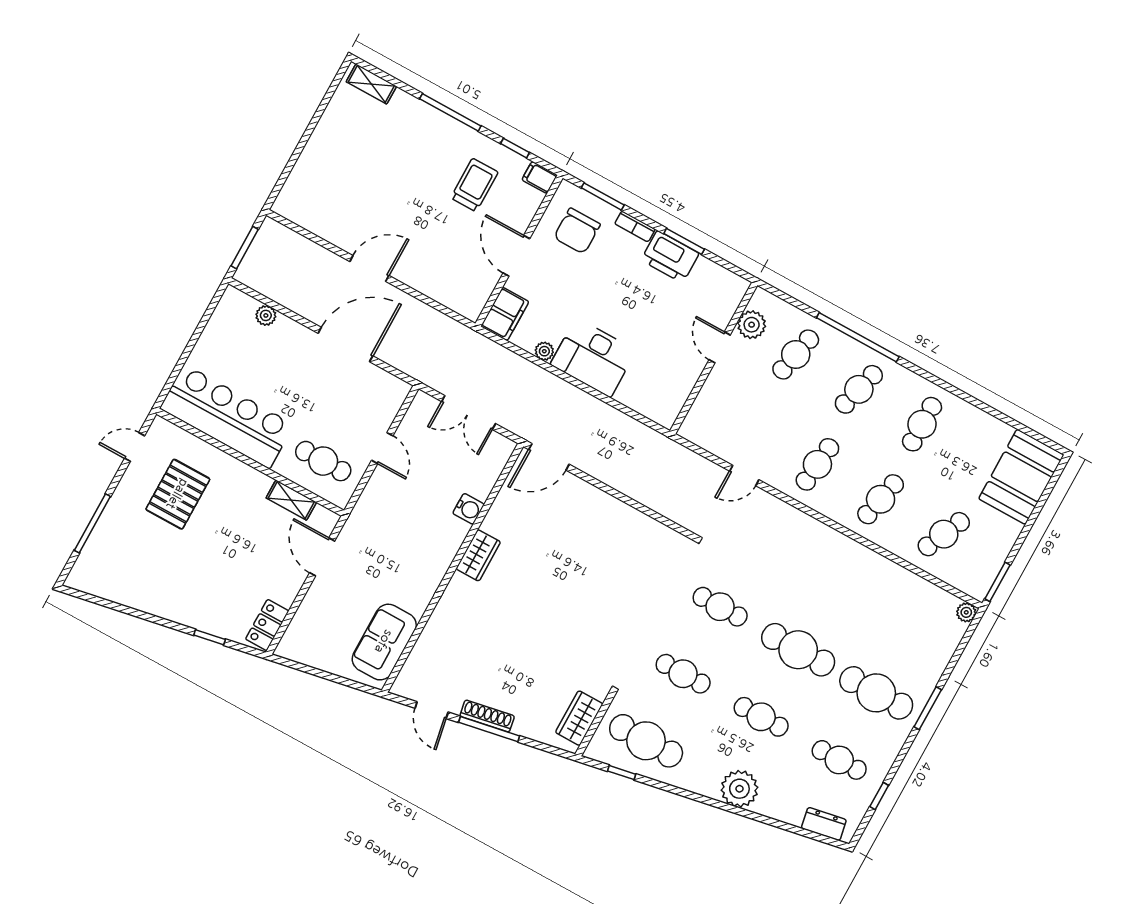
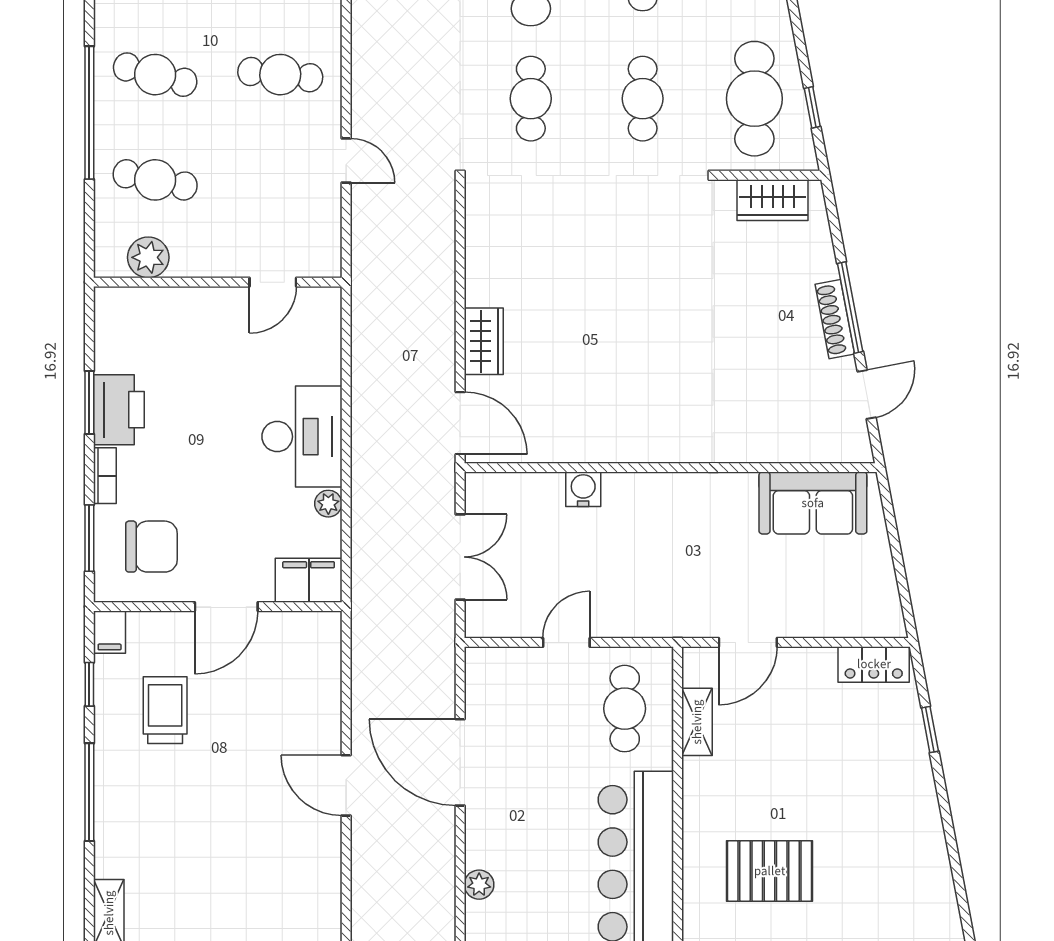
trolley: (474, 185) -> (165, 710), turned 90
door: (720, 347) -> (273, 282), moved
wardrobe: (478, 555) -> (484, 341), moved, turned 90

